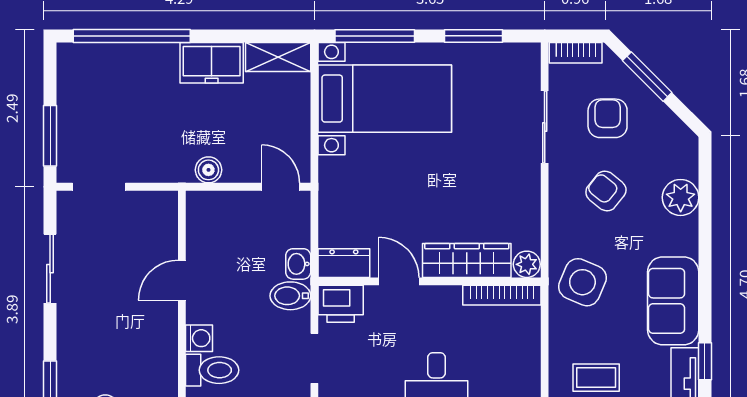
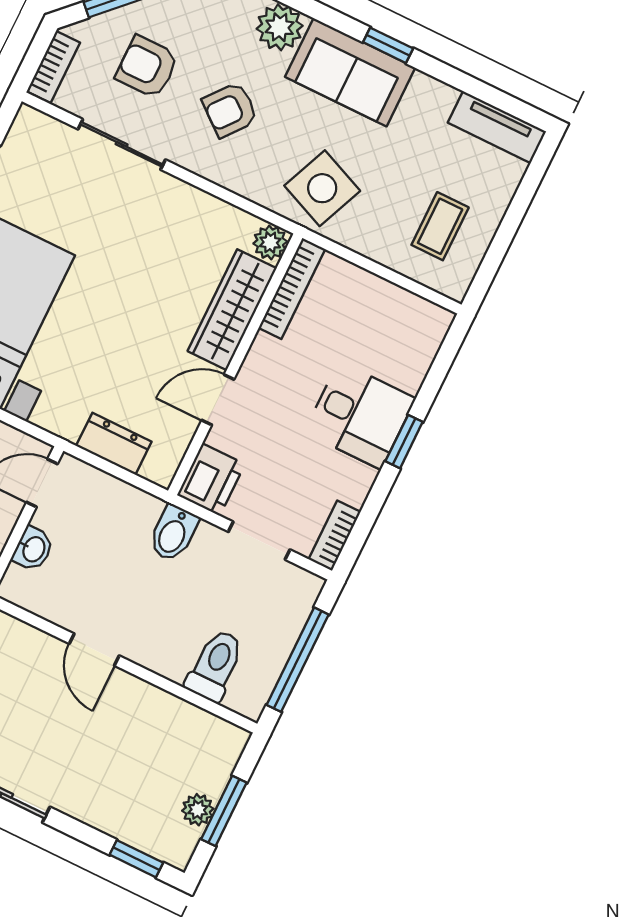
dresser: (344, 263) -> (114, 444), moved, turned 90
washbasin: (298, 264) -> (33, 549), moved, turned -90
sofa: (673, 301) -> (350, 72), moved
washing machine: (199, 338) -> (171, 663), removed
window: (705, 361) -> (388, 45), moved

